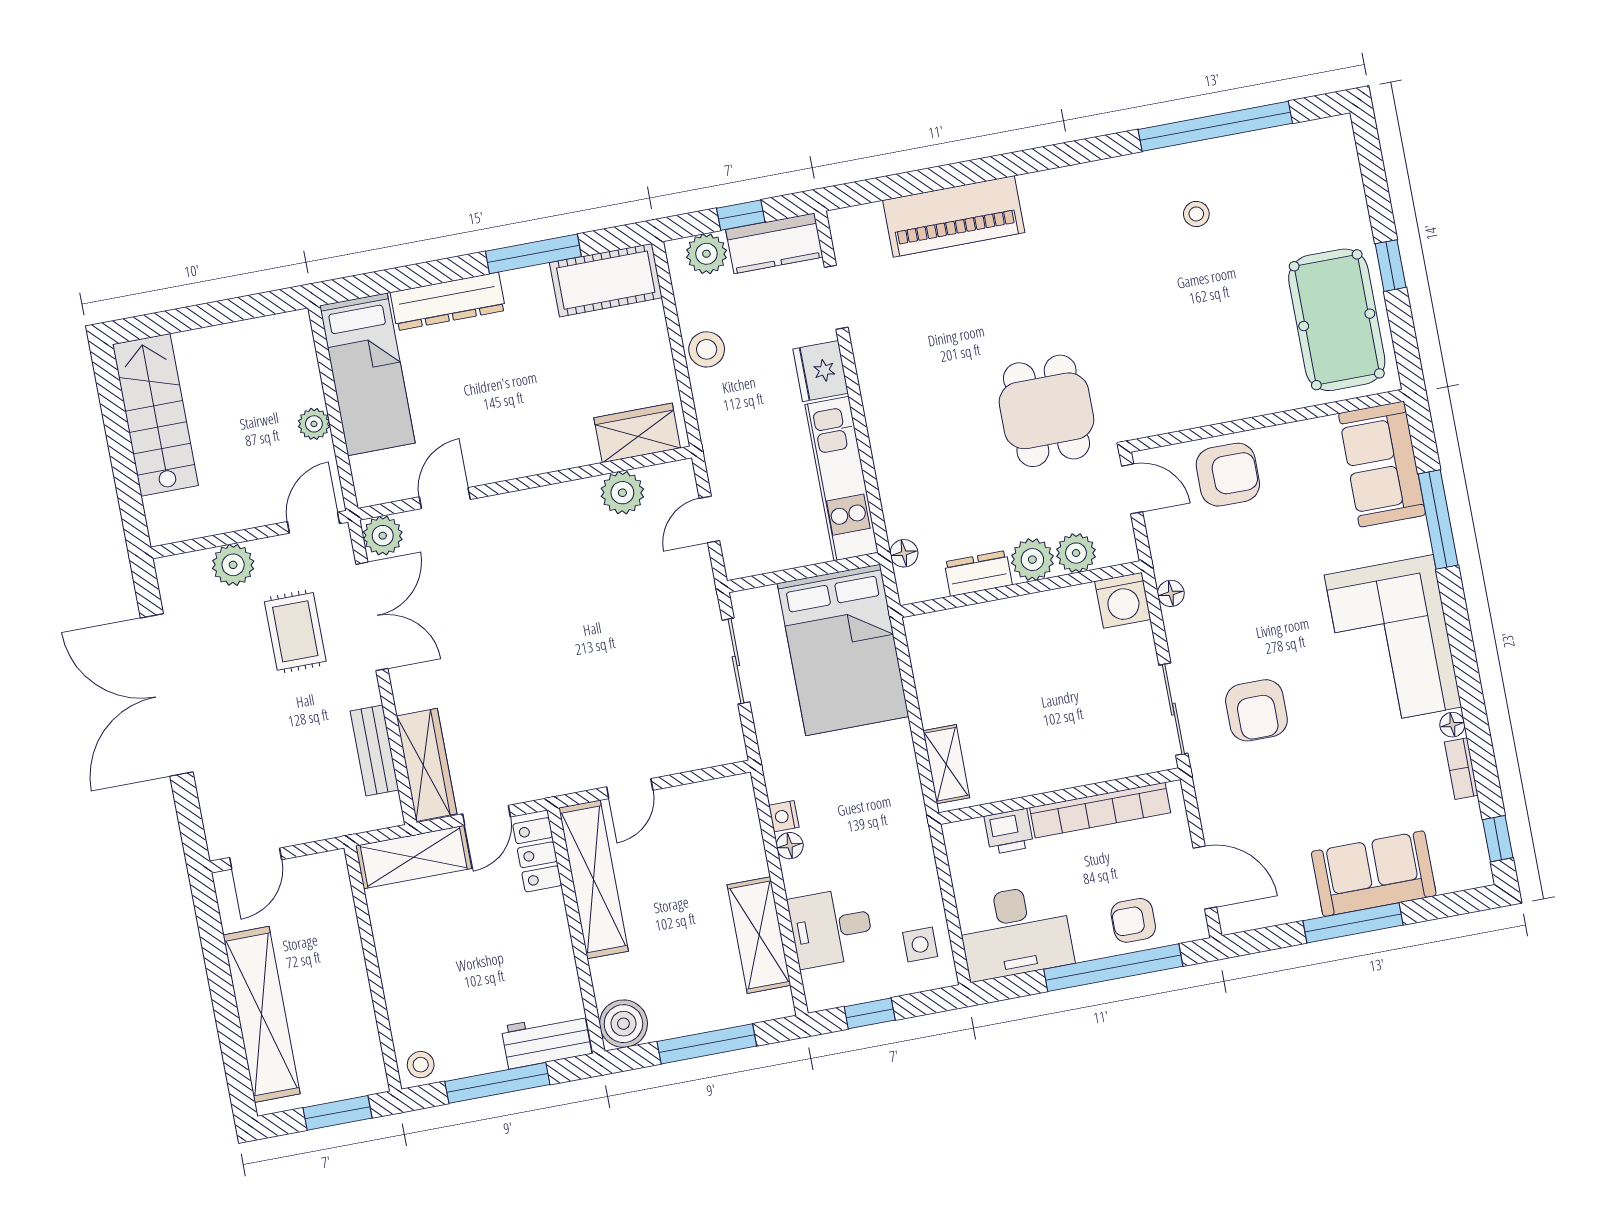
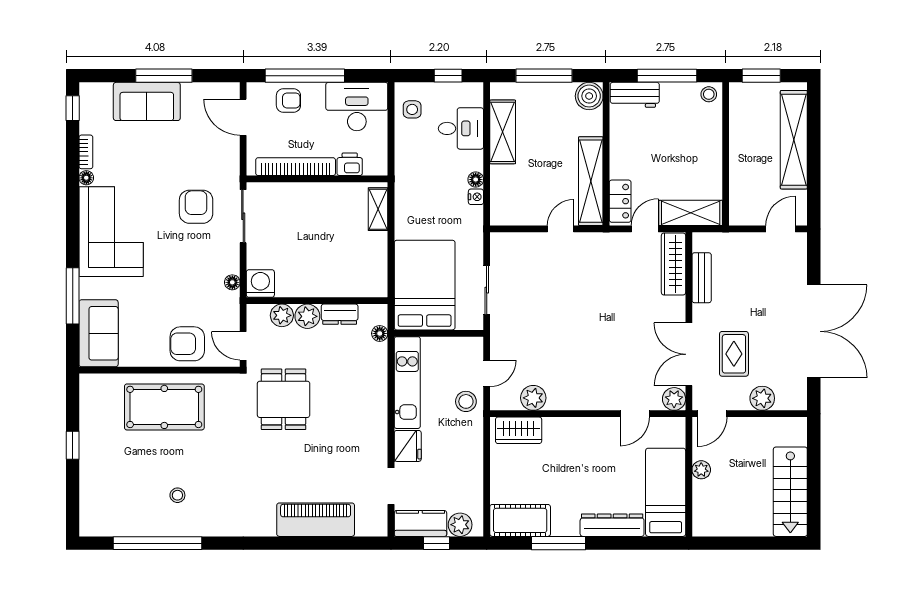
pool table: (1337, 320) -> (164, 407), moved, turned 90
stool: (707, 349) -> (466, 401), moved

